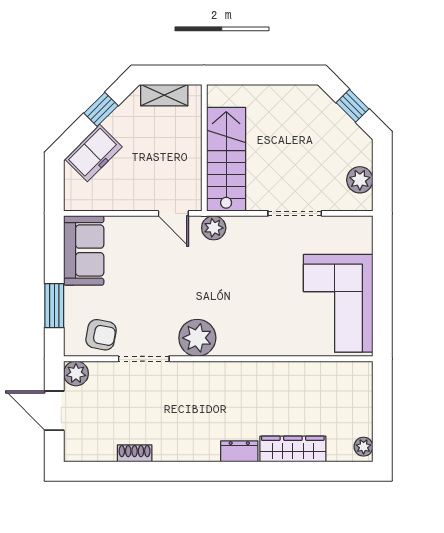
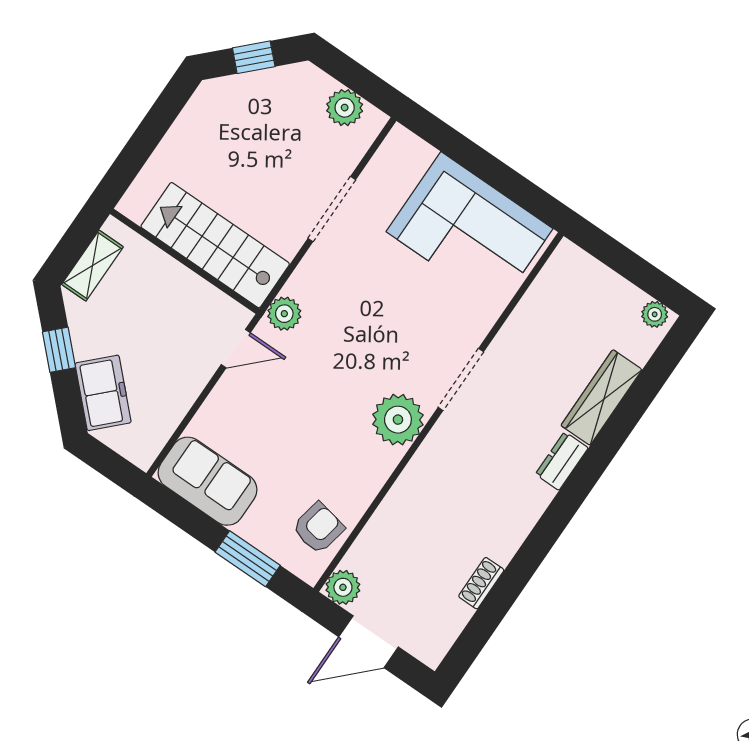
doorway: (144, 359) -> (461, 379), moved

